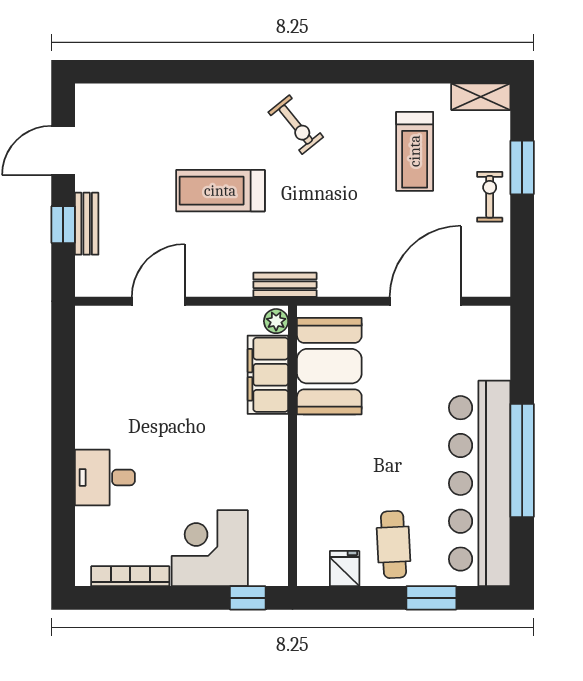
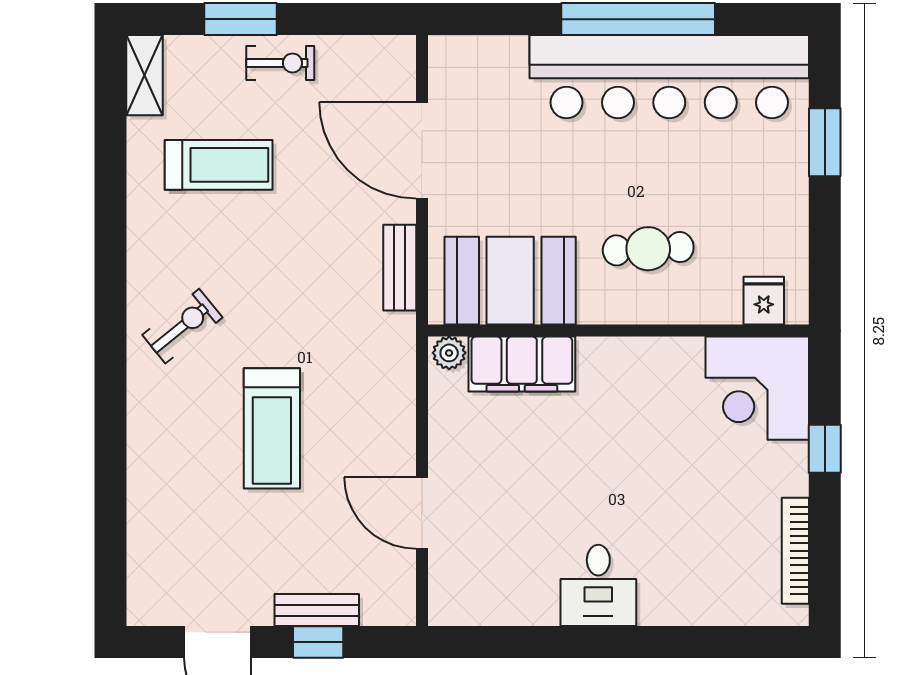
exercise bike: (490, 197) -> (280, 63), turned 180
bench: (285, 285) -> (400, 268), moved
desk: (105, 477) -> (598, 585), moved
cafe table: (394, 545) -> (648, 249), moved
corner desk: (210, 548) -> (757, 388), moved
fridge: (345, 569) -> (764, 301), moved, turned 90
window: (248, 598) -> (825, 449), moved

